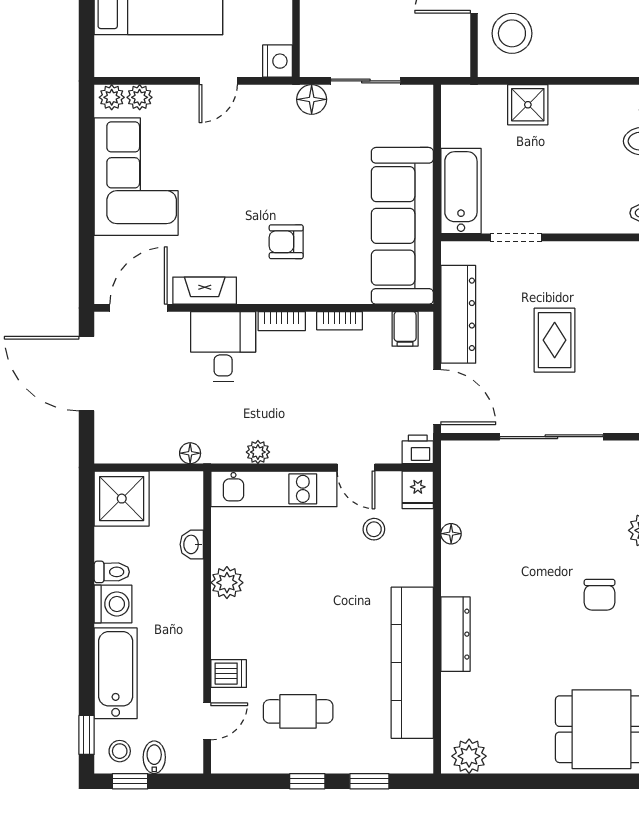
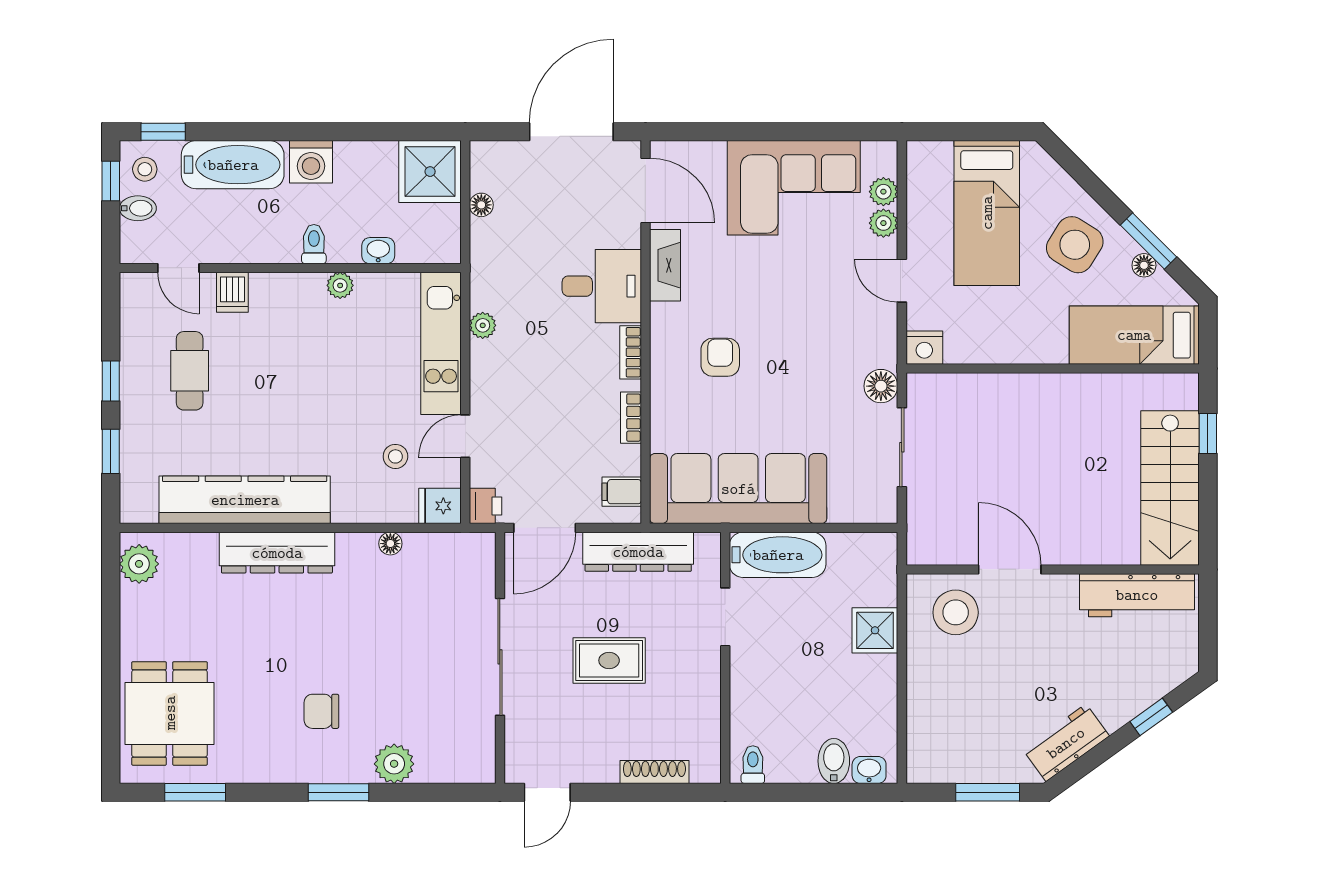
plant: (112, 97) -> (883, 223), moved
floor lamp: (190, 453) -> (481, 205), moved
toilet: (112, 572) -> (314, 244), moved, turned 180
plant: (227, 583) -> (340, 285), width x0.73, depth x0.73
dresser: (455, 634) -> (277, 553), width x1.37, depth x1.24

